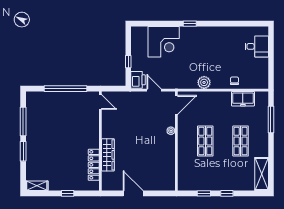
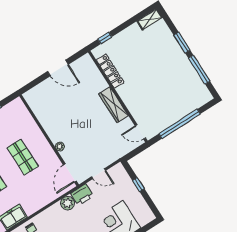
printer: (138, 80) -> (82, 195), moved, turned -90
plant: (204, 82) -> (68, 203), moved
wardrobe: (108, 155) -> (113, 105), moved
window: (68, 193) -> (105, 38), moved

